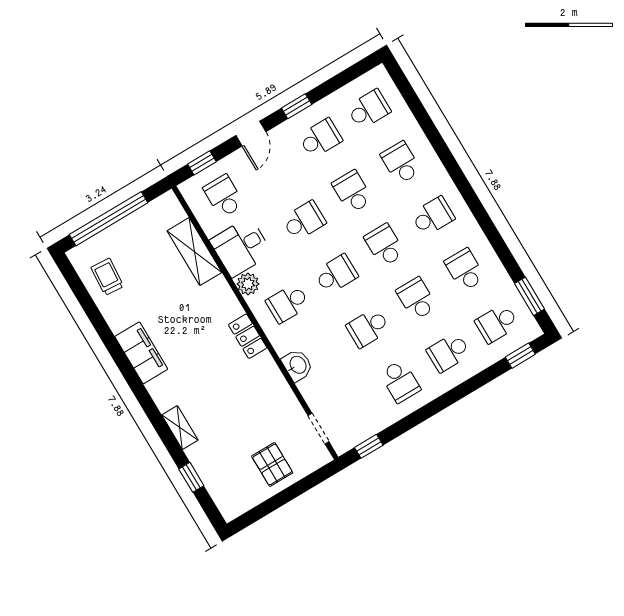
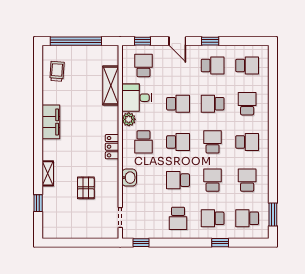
door: (251, 134) -> (177, 41), hinge flipped
school desk: (352, 192) -> (213, 104), turned -90
school desk: (288, 303) -> (143, 142), turned -90
window: (520, 356) -> (220, 243), moved
pallet: (272, 464) -> (86, 188), moved

